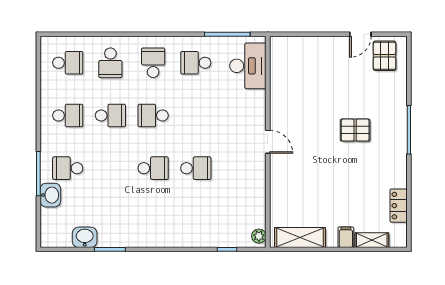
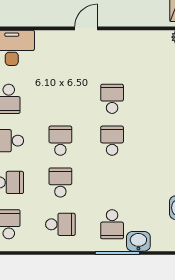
school desk: (68, 115) -> (60, 224), turned 90
school desk: (153, 115) -> (60, 141), turned 180

